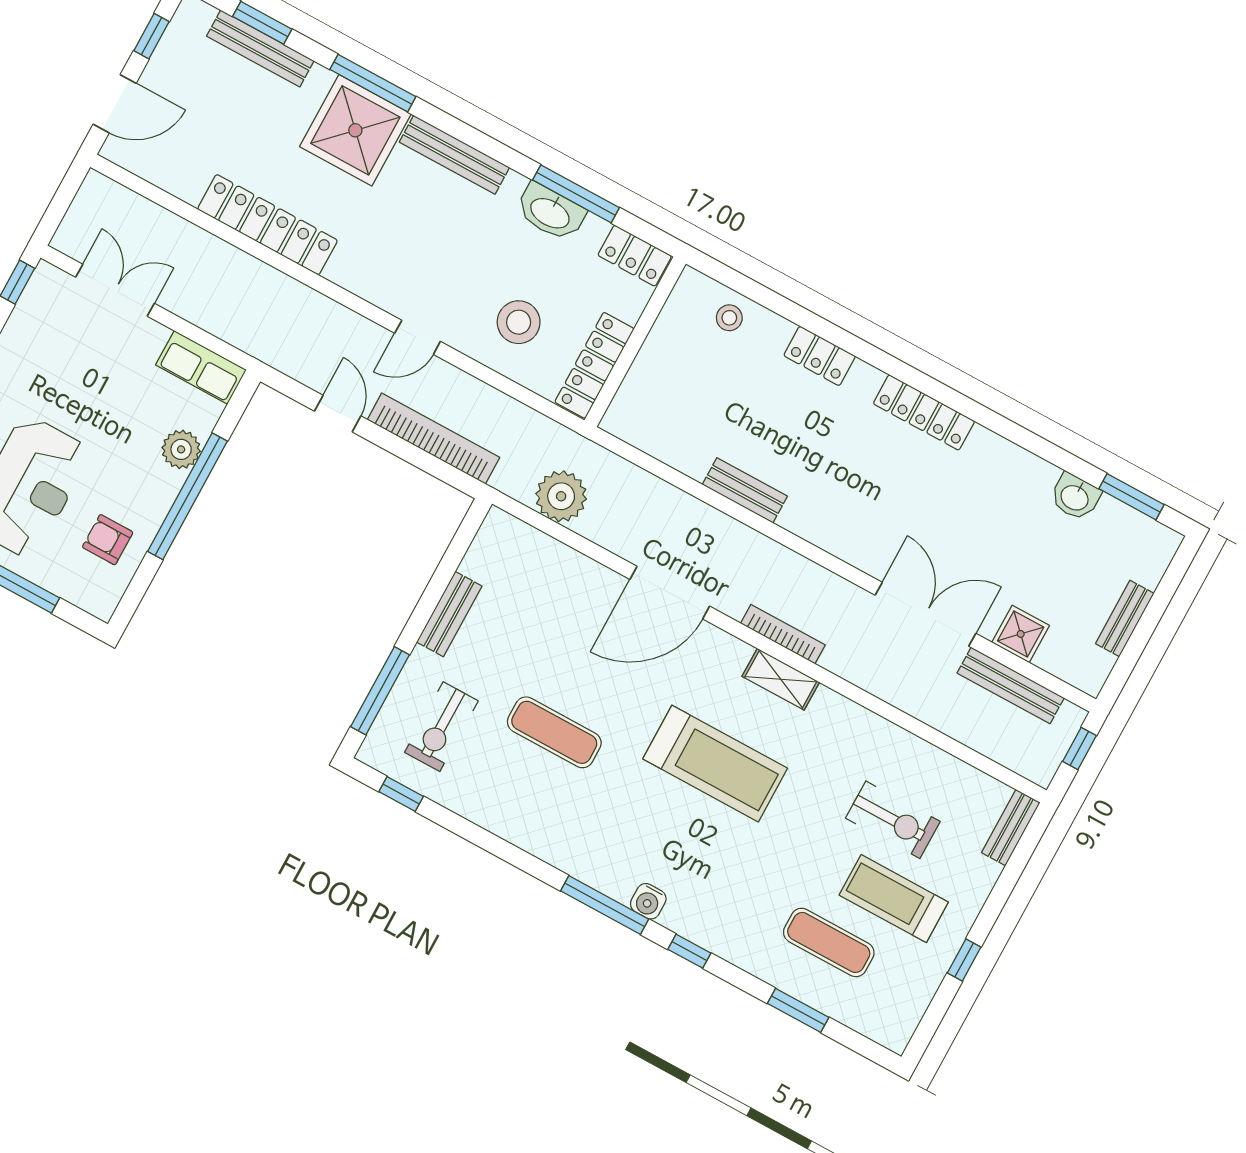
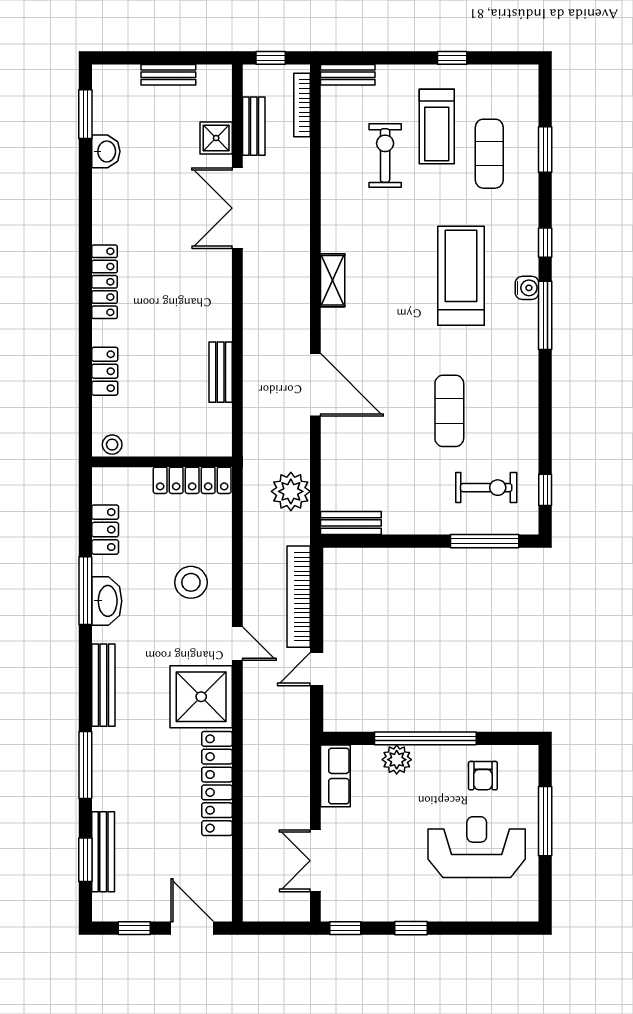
shower: (355, 130) -> (201, 697), moved
wall: (635, 342) -> (162, 462), moved
locker: (594, 365) -> (192, 480), moved
bench: (449, 614) -> (351, 523), moved
bookcase: (783, 634) -> (302, 105), moved
bench: (1011, 685) -> (254, 126), width x0.73
treadmill: (715, 764) -> (461, 276), moved

